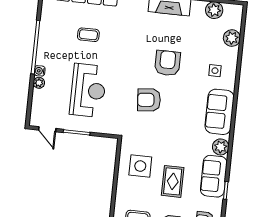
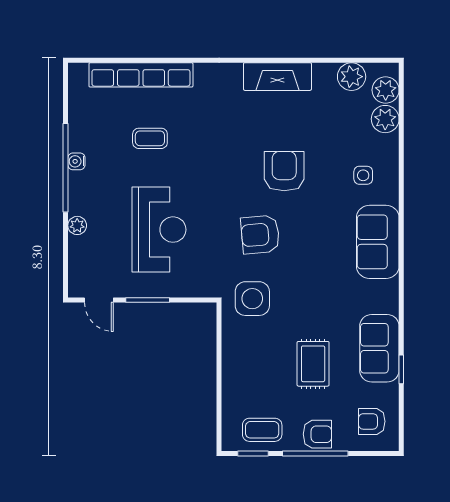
water cooler: (40, 71) -> (76, 161), moved
plant: (221, 147) -> (386, 90), moved
side table: (140, 166) -> (252, 299), moved

